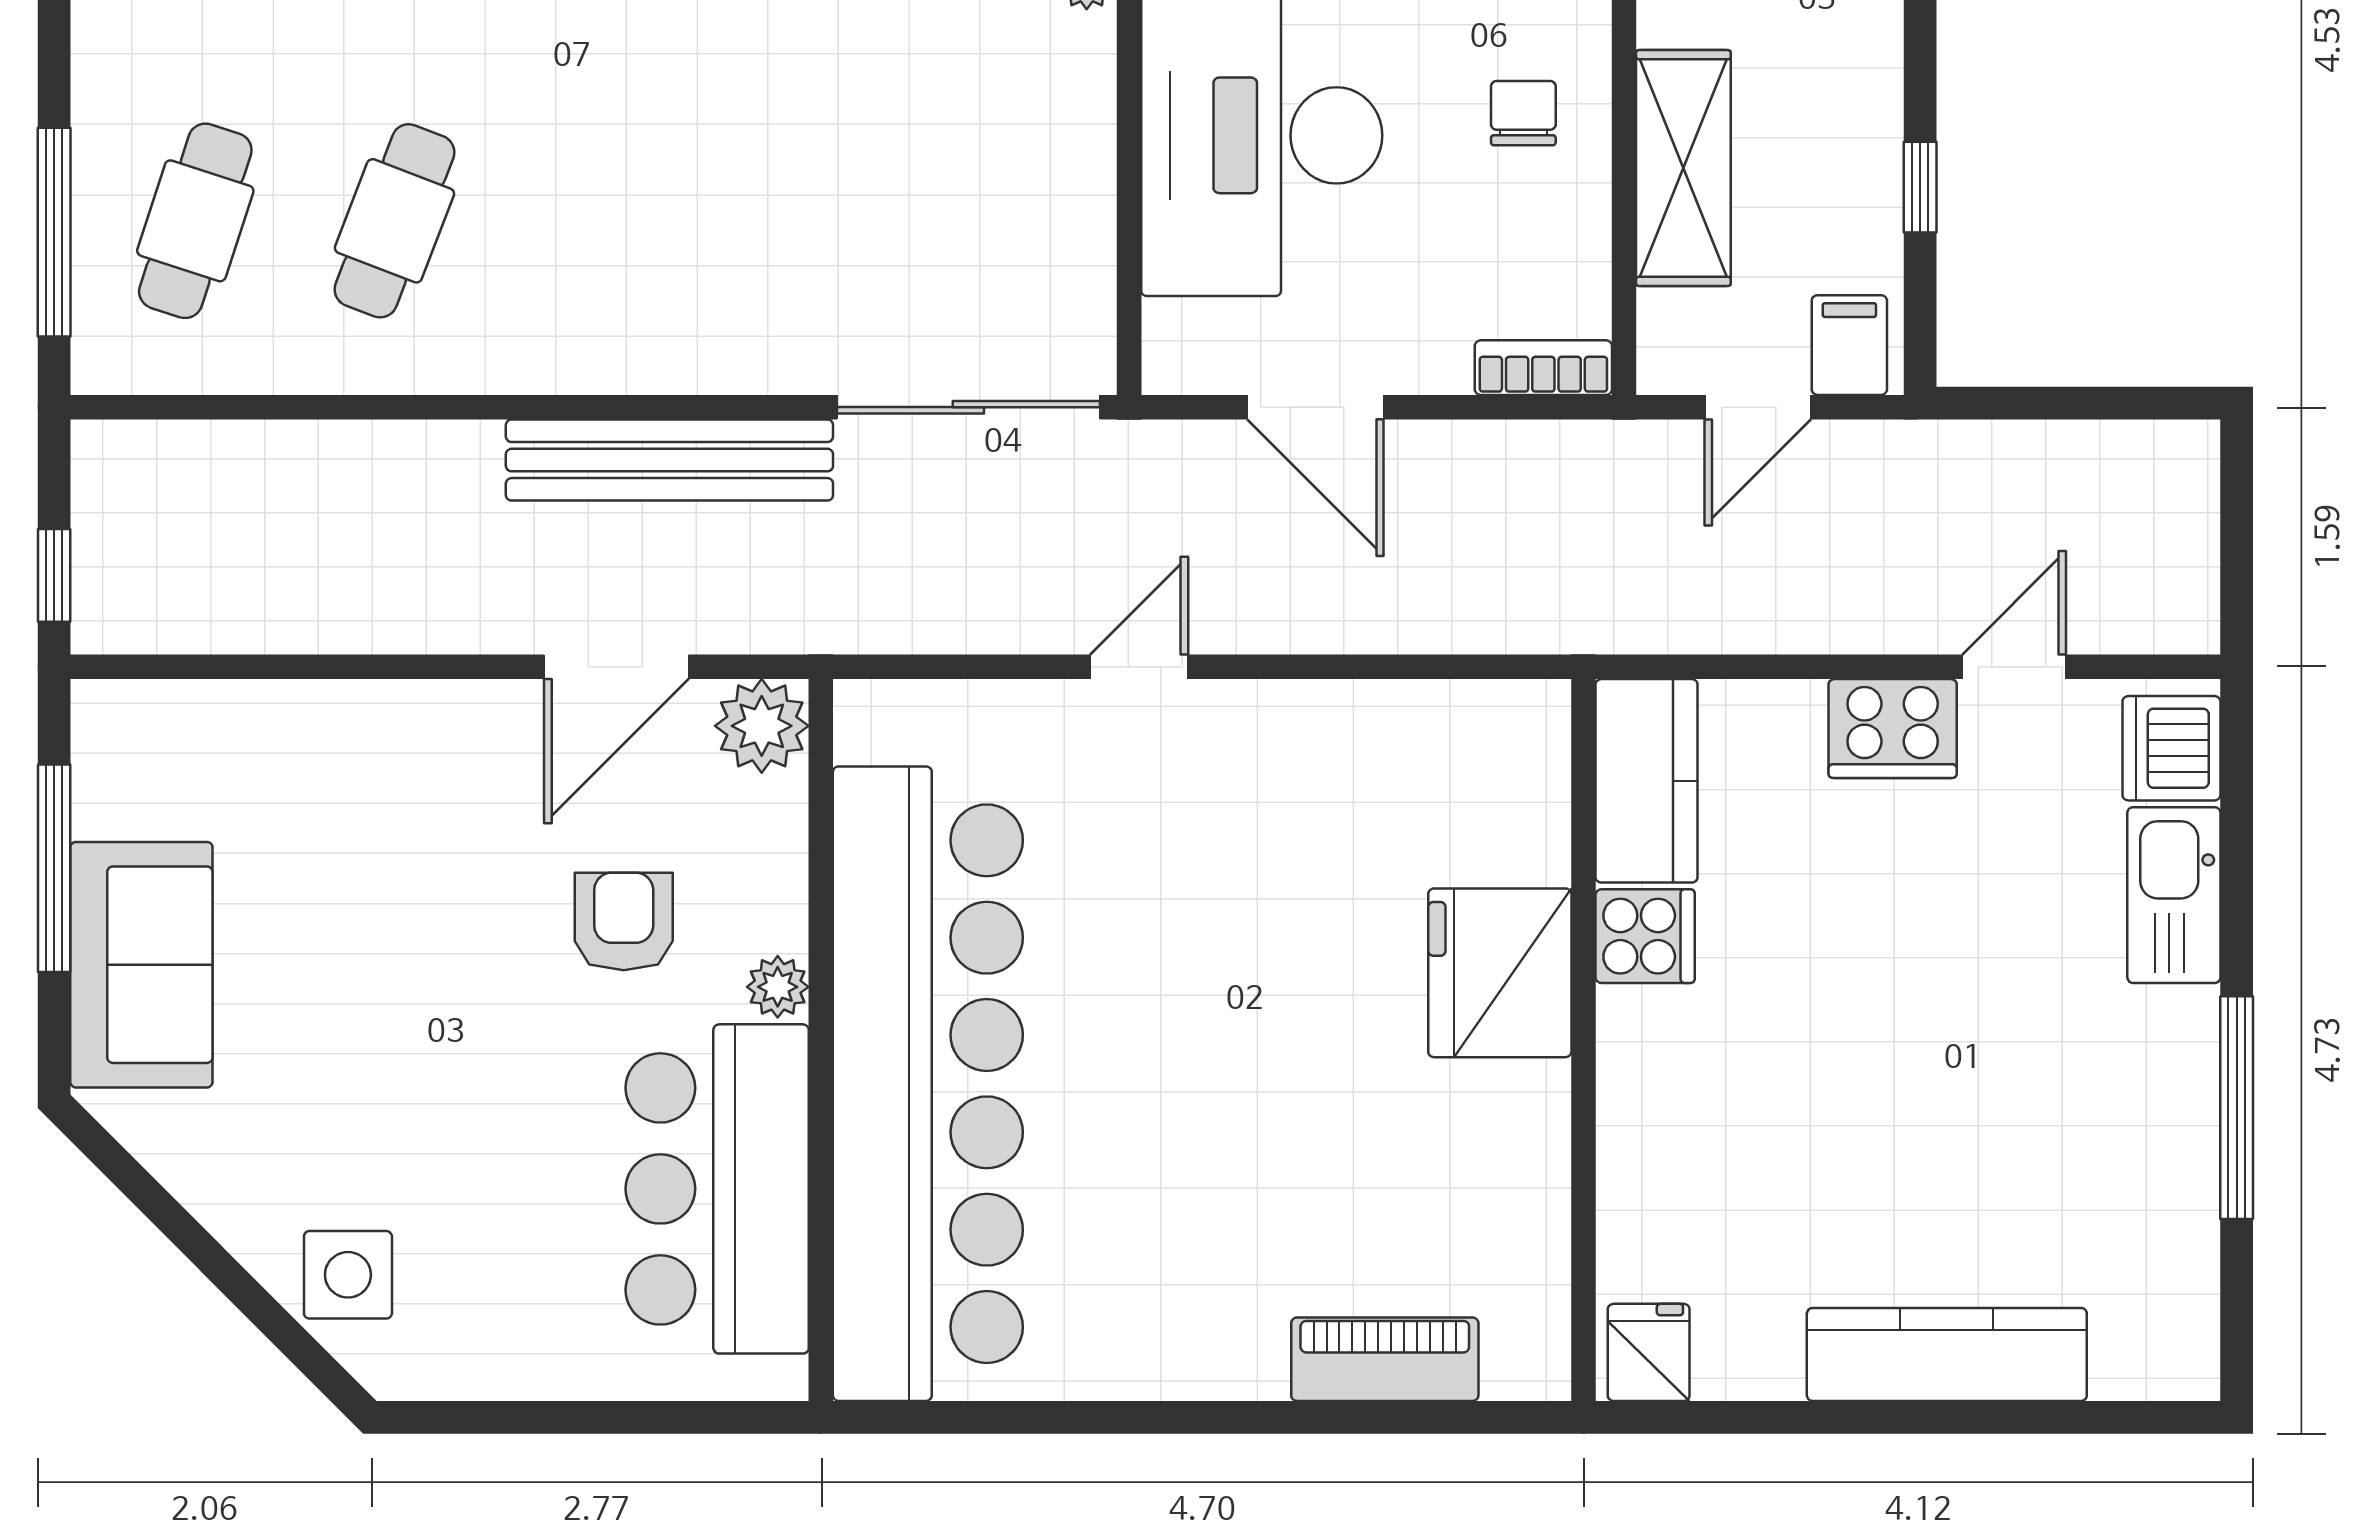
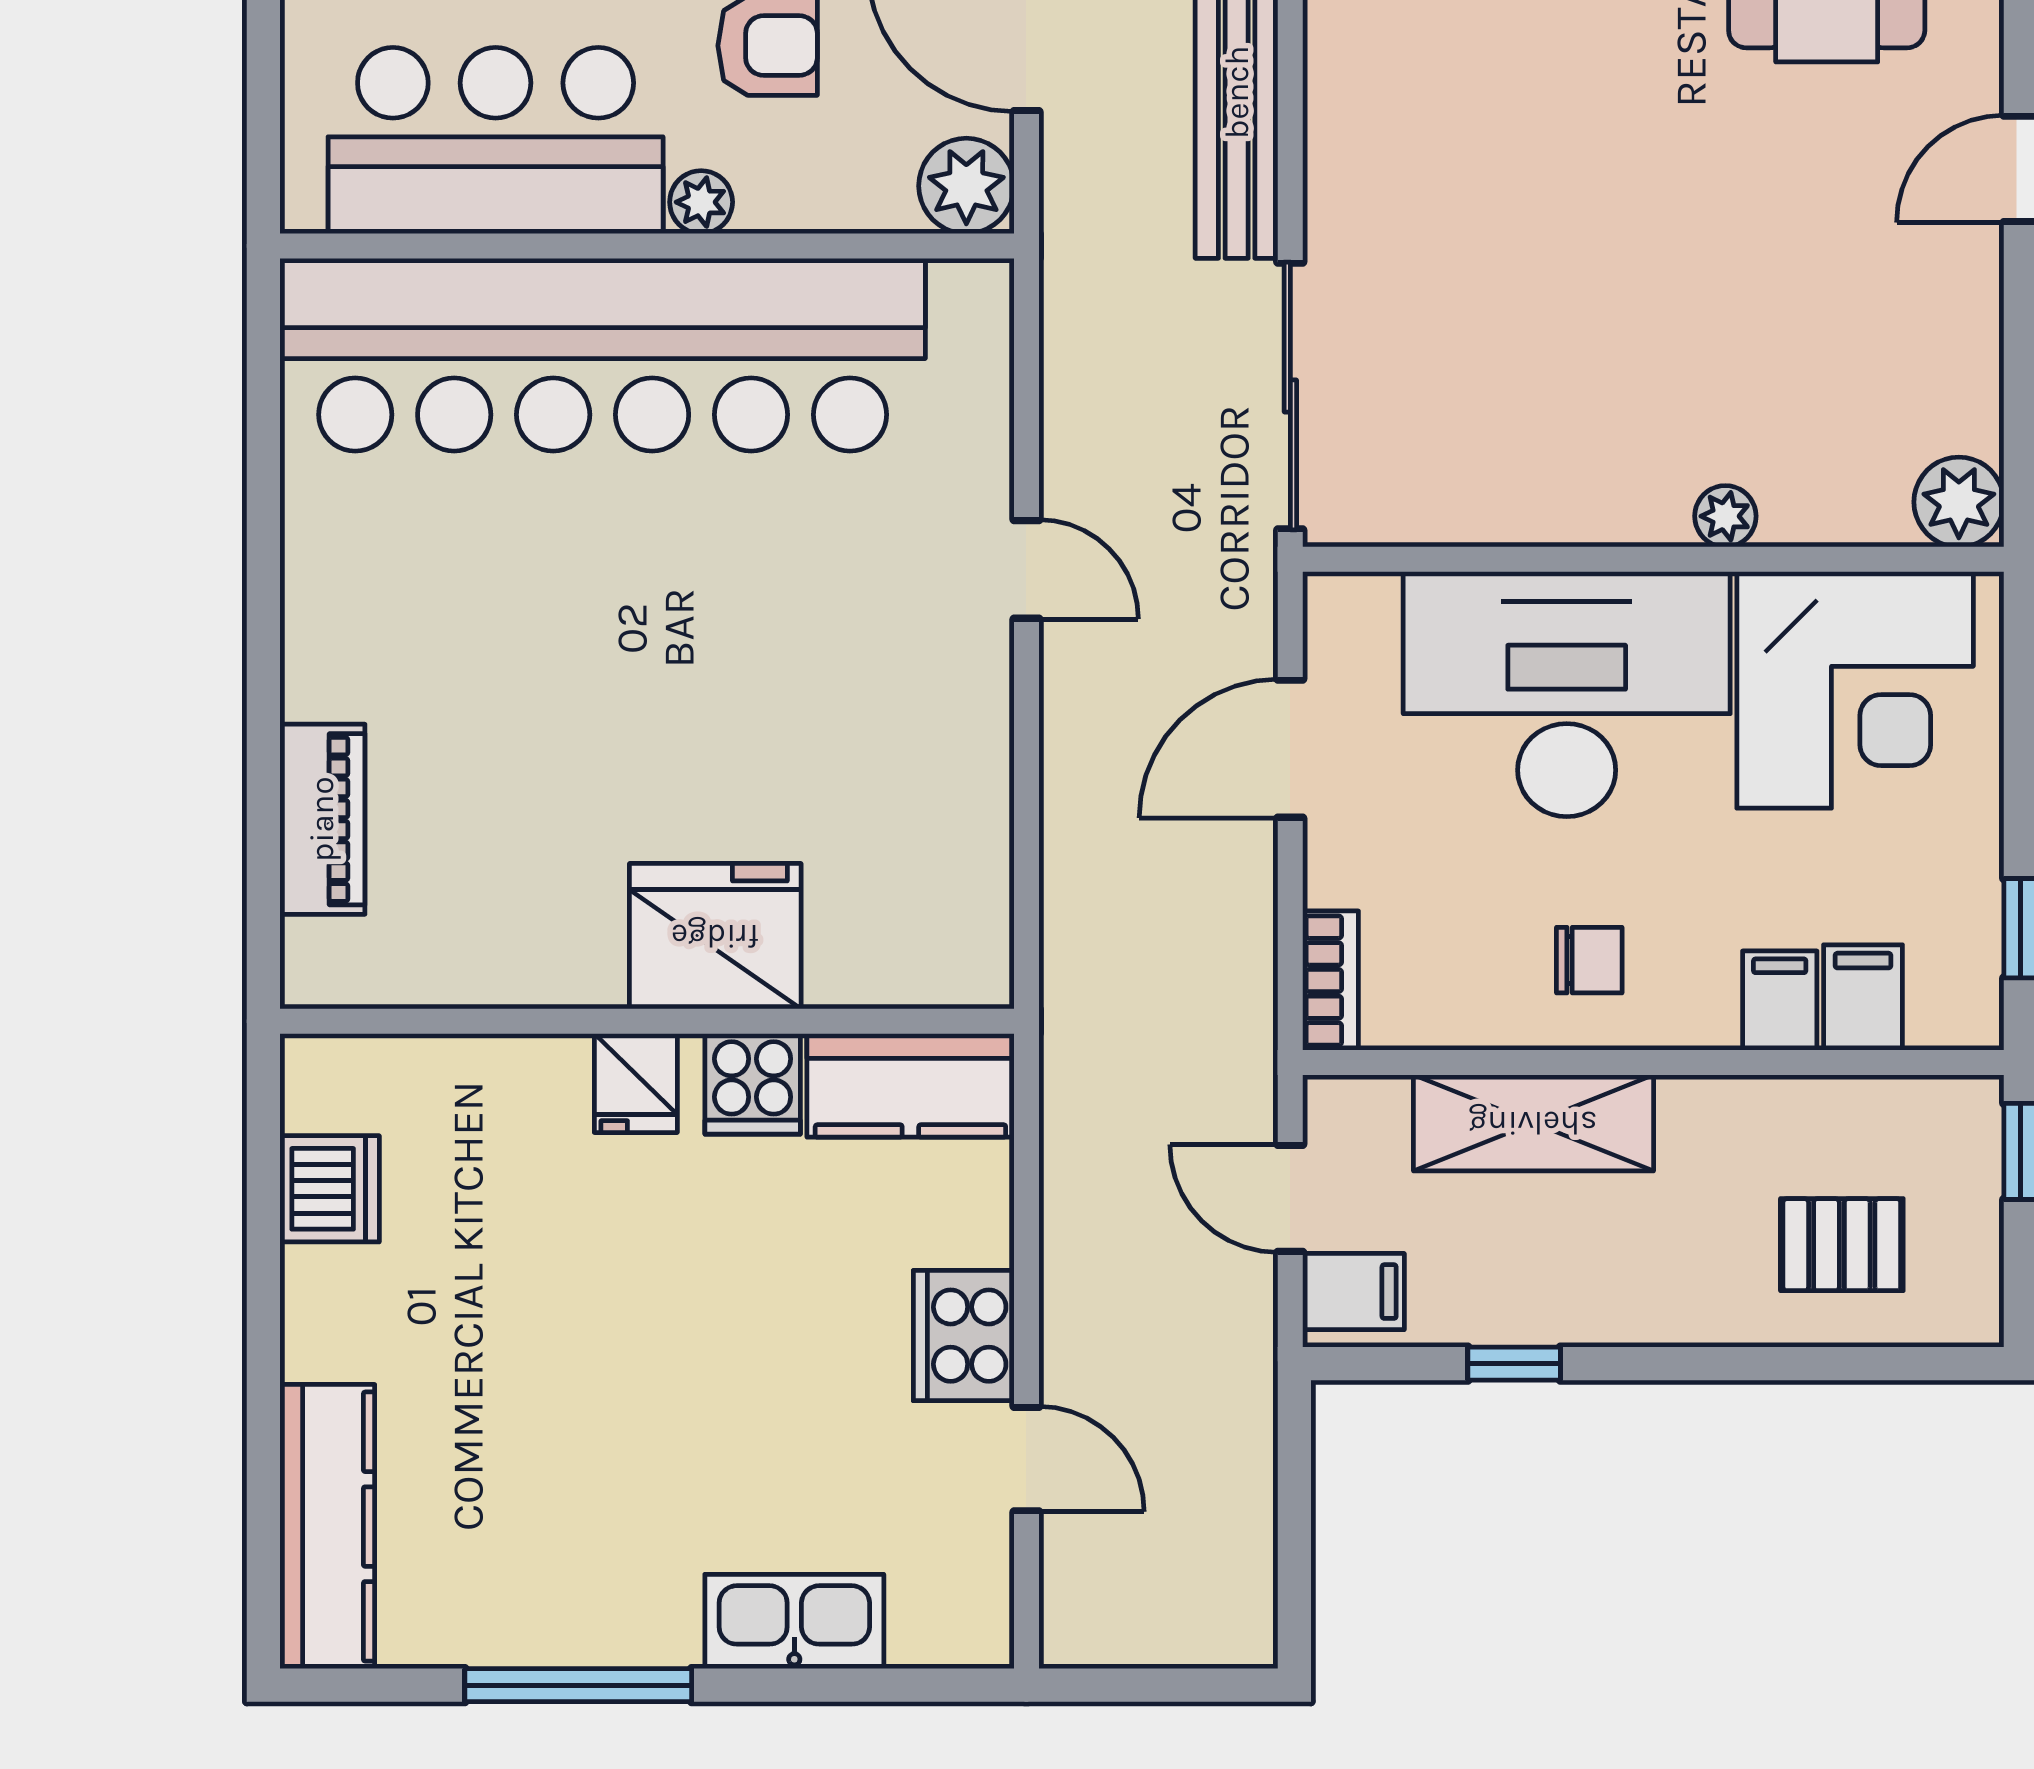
dishwasher: (2171, 748) -> (330, 1189), moved, turned 90
fridge: (1649, 1352) -> (636, 1083), moved, turned 90
kitchen counter: (1947, 1354) -> (327, 1527), moved

